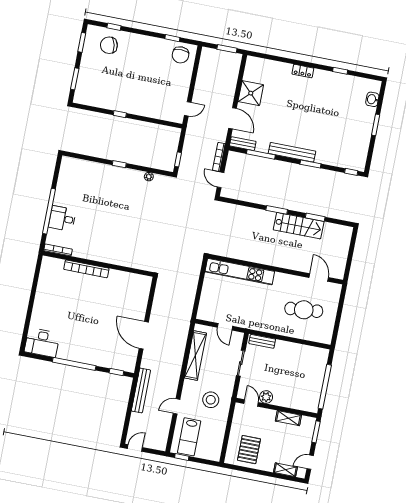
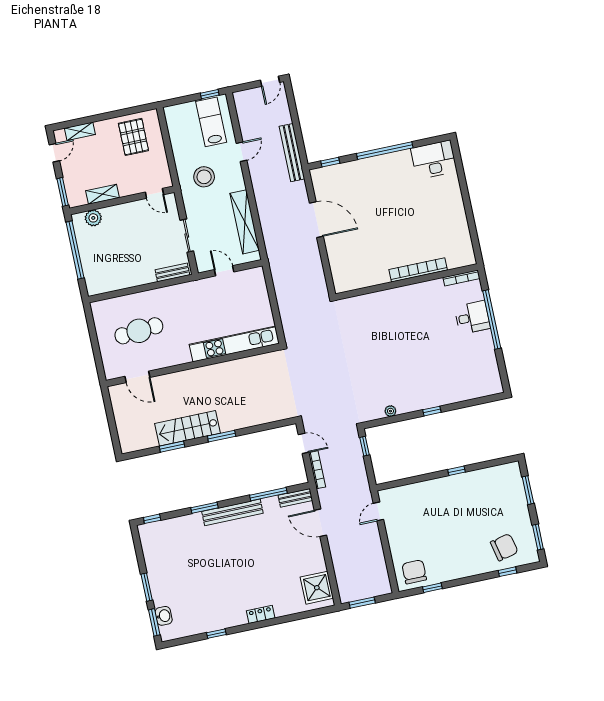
shower: (251, 93) -> (317, 588), moved
window: (381, 97) -> (154, 622), added
plant: (266, 397) -> (93, 218), moved

